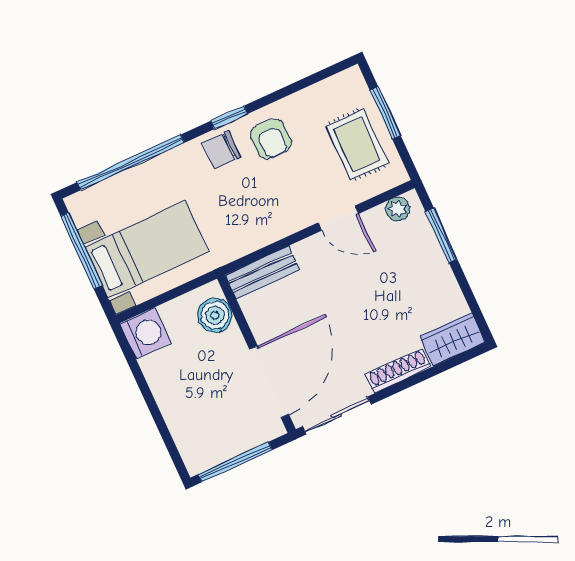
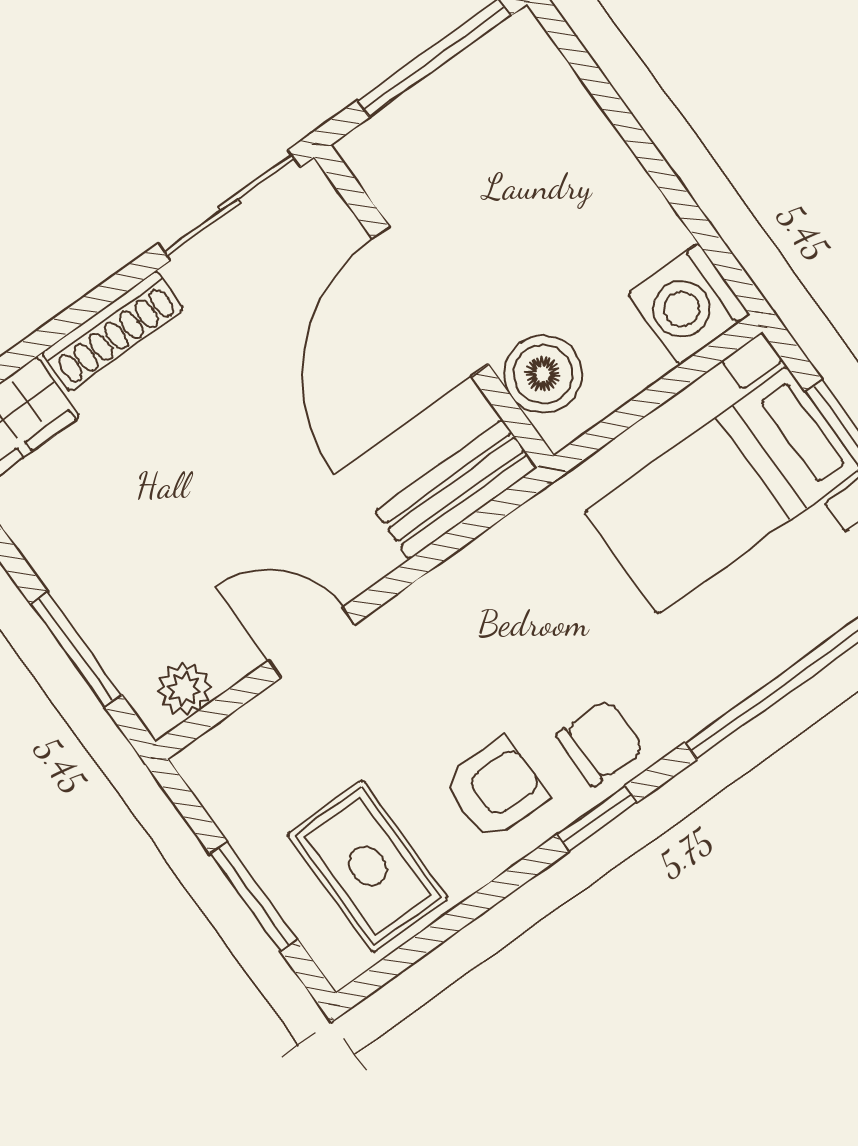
armchair: (271, 139) -> (495, 789), turned 90
rug: (357, 145) -> (368, 866), moved
door: (269, 382) -> (430, 301), moved

